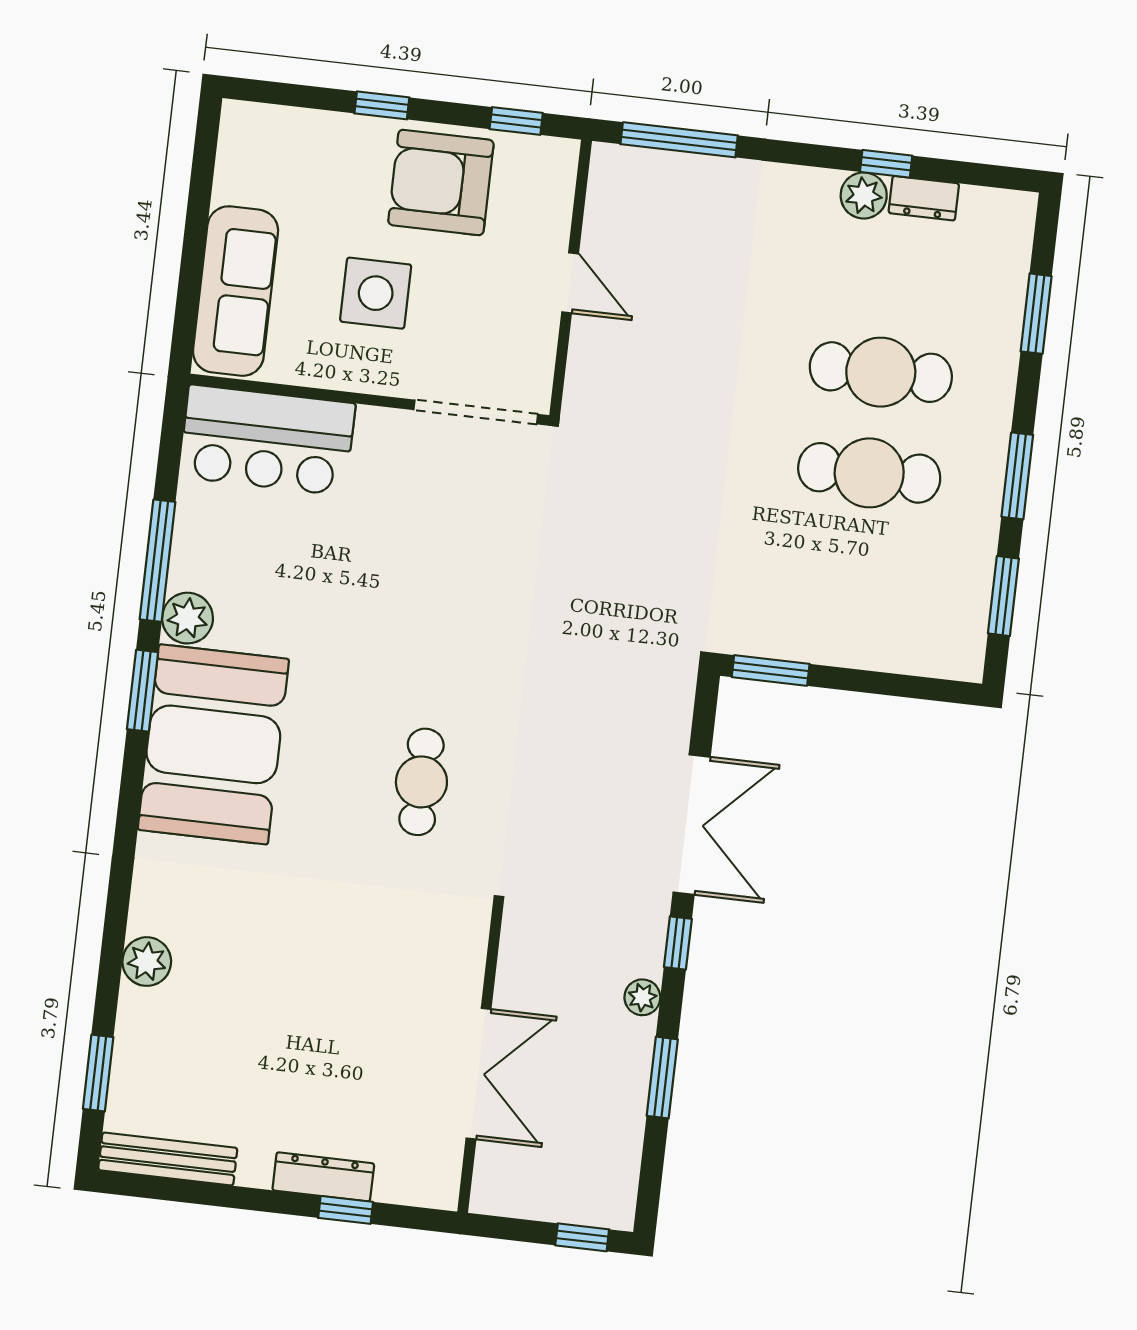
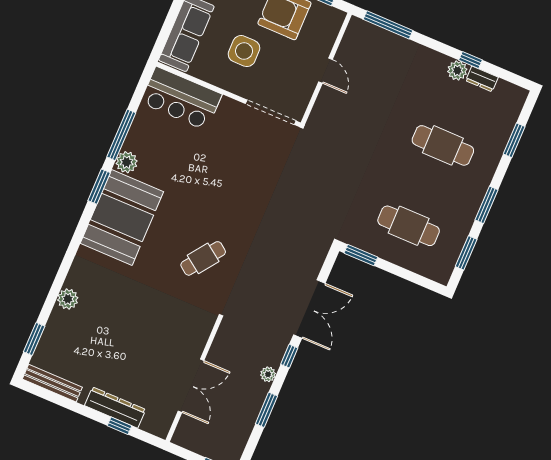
cafe table: (869, 473) -> (409, 226), moved
cafe table: (421, 782) -> (203, 258), turned 36
dresser: (323, 1177) -> (115, 408), width x1.37, depth x1.24

